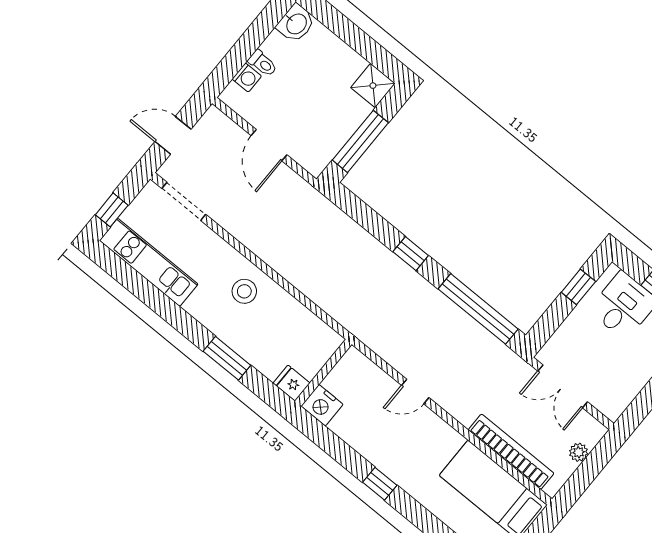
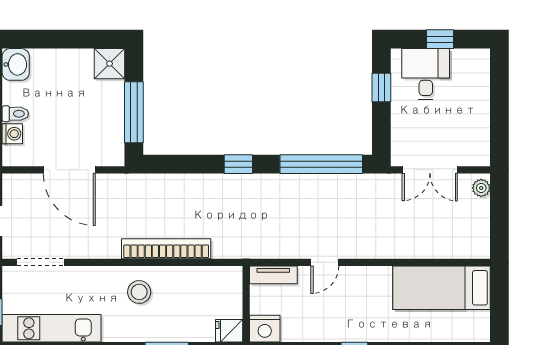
door: (269, 145) -> (69, 170), width x1.36
tv unit: (365, 367) -> (273, 275), added
bookcase: (511, 452) -> (166, 249), moved
plant: (579, 452) -> (481, 188), moved

